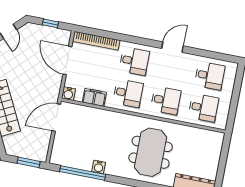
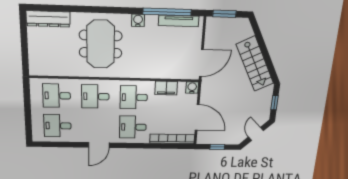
tv unit: (73, 163) -> (179, 21), added
water cooler: (99, 167) -> (138, 20), moved

